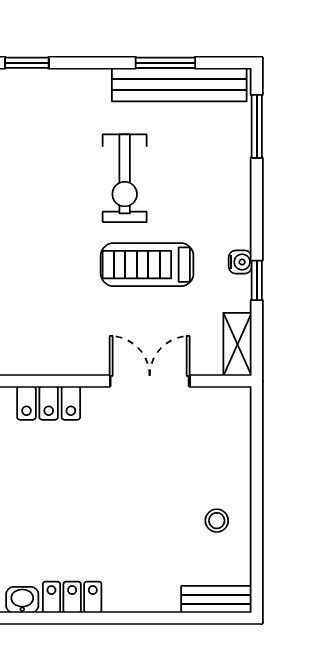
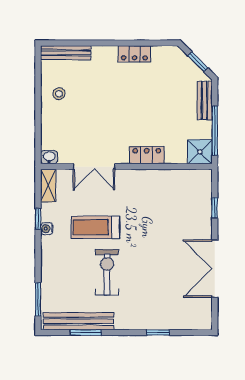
treadmill: (147, 265) -> (95, 227), turned 180
bench: (216, 599) -> (66, 53), width x1.36
washbasin: (22, 600) -> (49, 157), moved, turned 180

